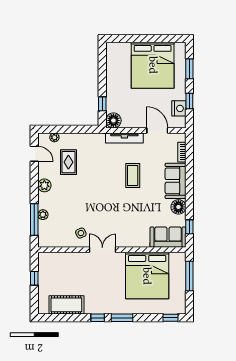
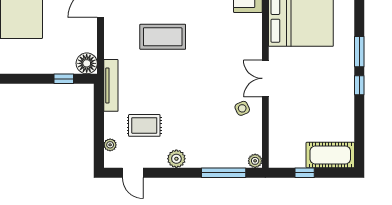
tv unit: (124, 138) -> (111, 85), moved
door: (34, 154) -> (133, 173), swing flipped
coffee table: (133, 175) -> (163, 37), width x1.36, depth x1.32
plant: (43, 215) -> (255, 161), moved
cot: (66, 305) -> (330, 155), moved, turned 90

